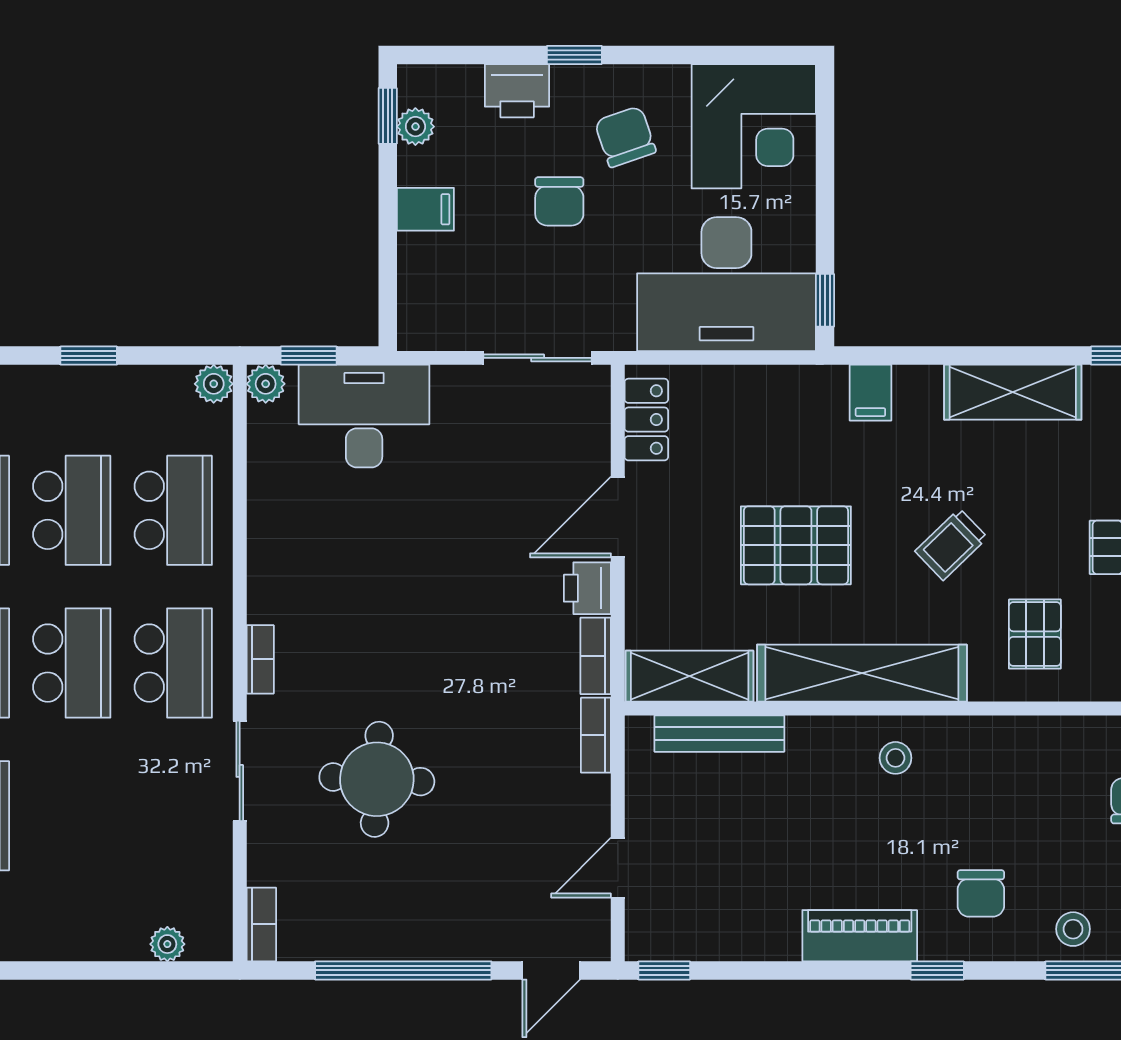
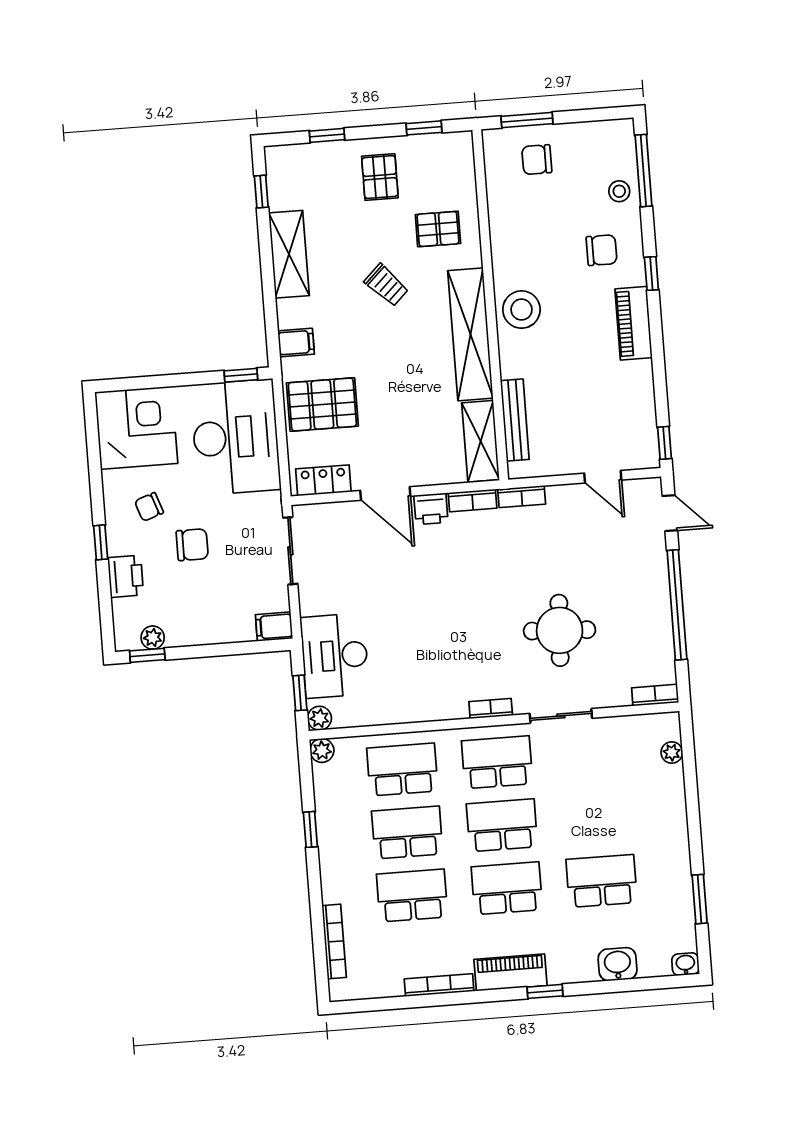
chair: (625, 137) -> (149, 507), width x0.73, depth x0.73
filing cabinet: (425, 209) -> (274, 626), moved, turned -90
pallet: (796, 545) -> (322, 404), moved, turned 90
stool: (896, 758) -> (521, 310), width x1.89, depth x1.89

